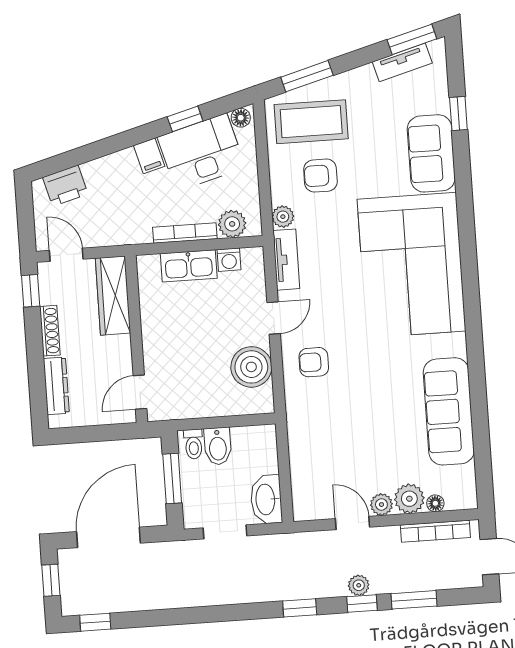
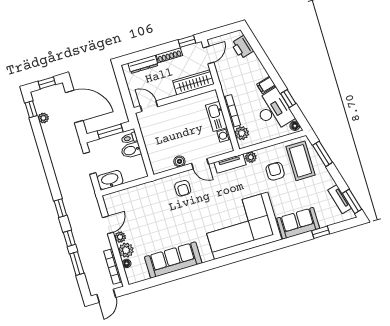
armchair: (314, 362) -> (183, 188), turned 180
boiler: (251, 367) -> (179, 161), width x0.54, depth x0.54
plant: (359, 585) -> (43, 118), moved

